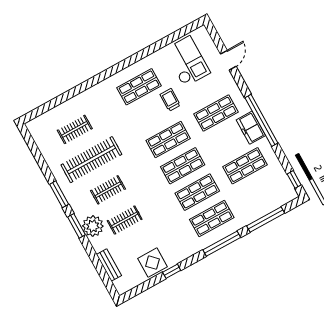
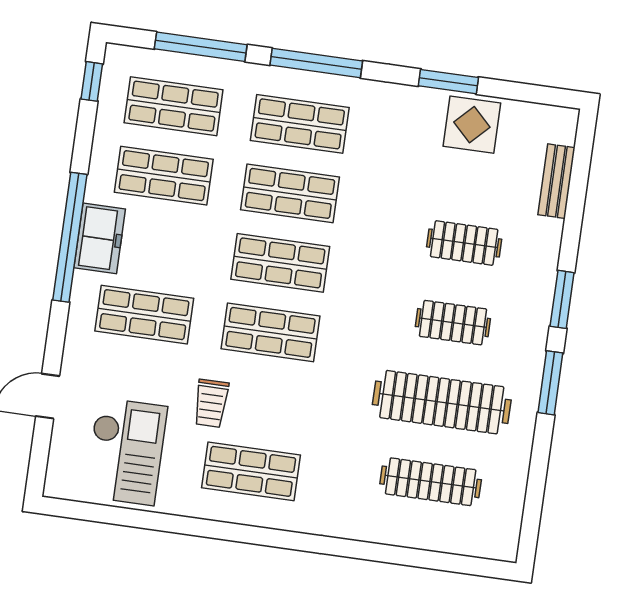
checkout: (187, 61) -> (126, 451), turned 180
clothes rail: (75, 129) -> (431, 482), width x1.36
shop shelf: (260, 192) -> (174, 106), added
plant: (93, 226) -> (532, 276), removed
window: (172, 271) -> (448, 82), width x1.50

